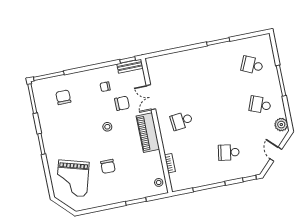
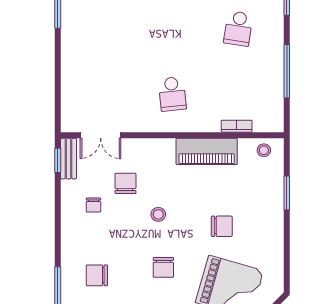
double door: (151, 97) -> (101, 135), moved
piano: (148, 133) -> (207, 151), moved
chair: (76, 136) -> (163, 267), added

